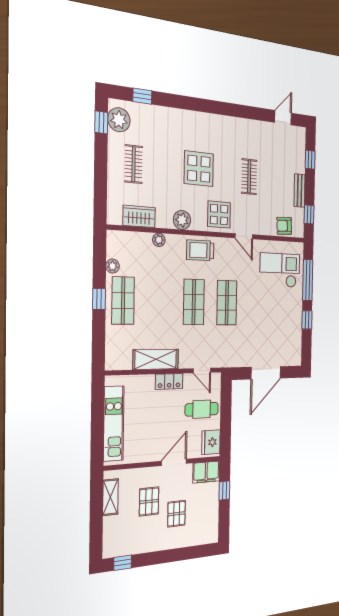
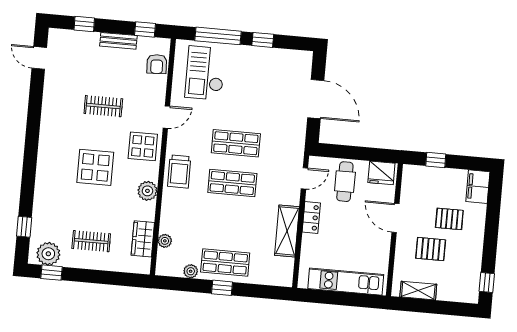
plant: (159, 240) -> (165, 241), moved
filing cabinet: (206, 472) -> (478, 187), moved, turned 180

